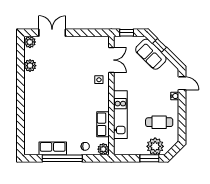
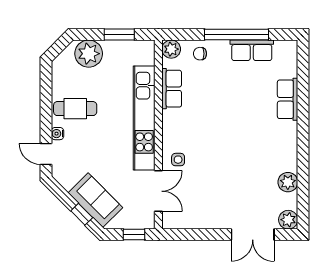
double door: (111, 60) -> (158, 191), swing flipped
kitchen unit: (120, 115) -> (144, 118), width x1.36
row of seats: (30, 118) -> (288, 99), added
cafe table: (159, 122) -> (75, 109), moved
window: (149, 158) -> (119, 35), moved

